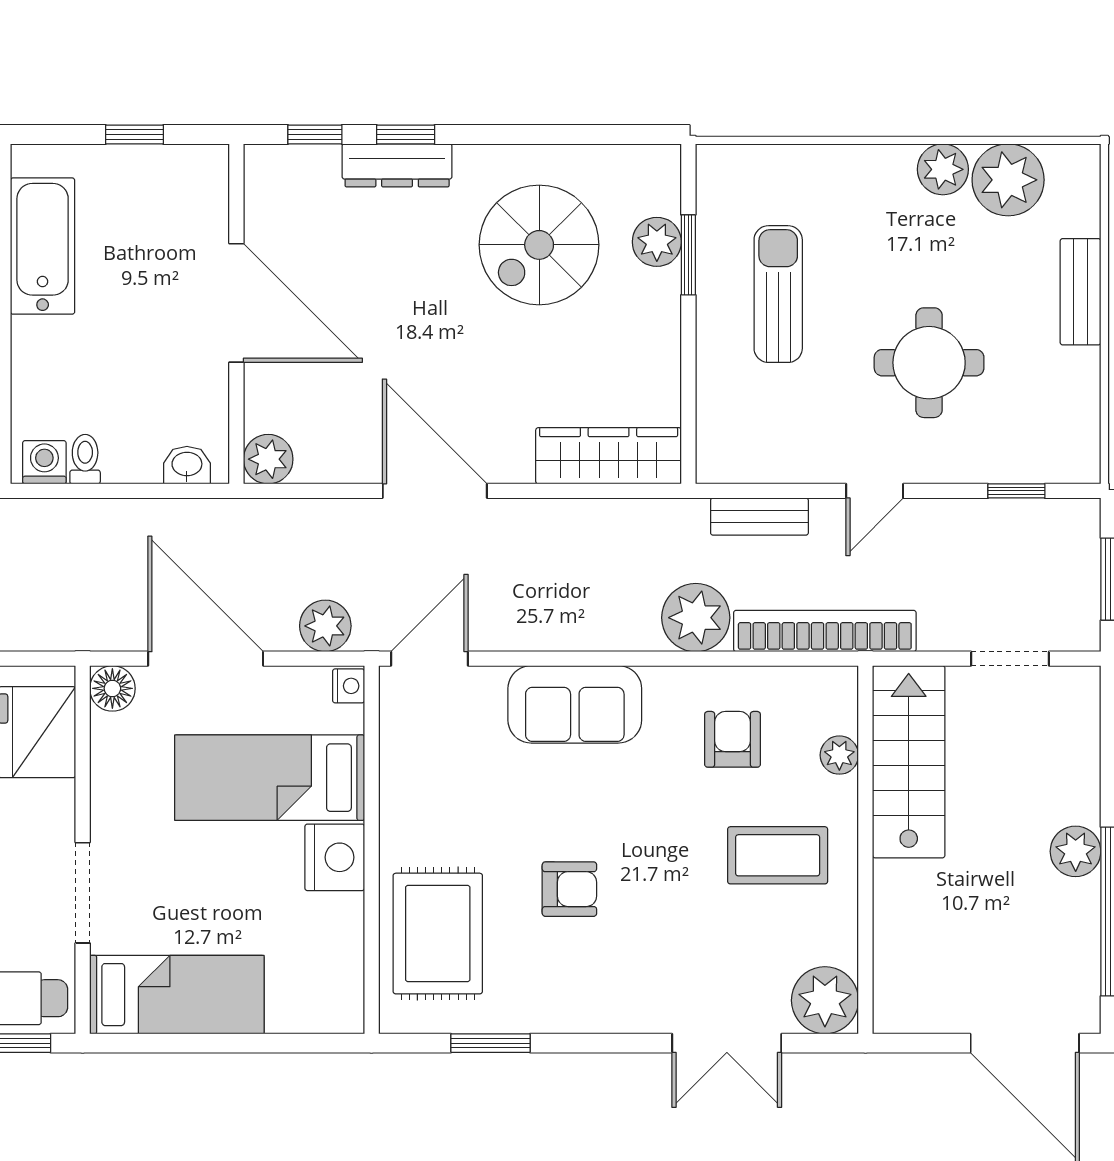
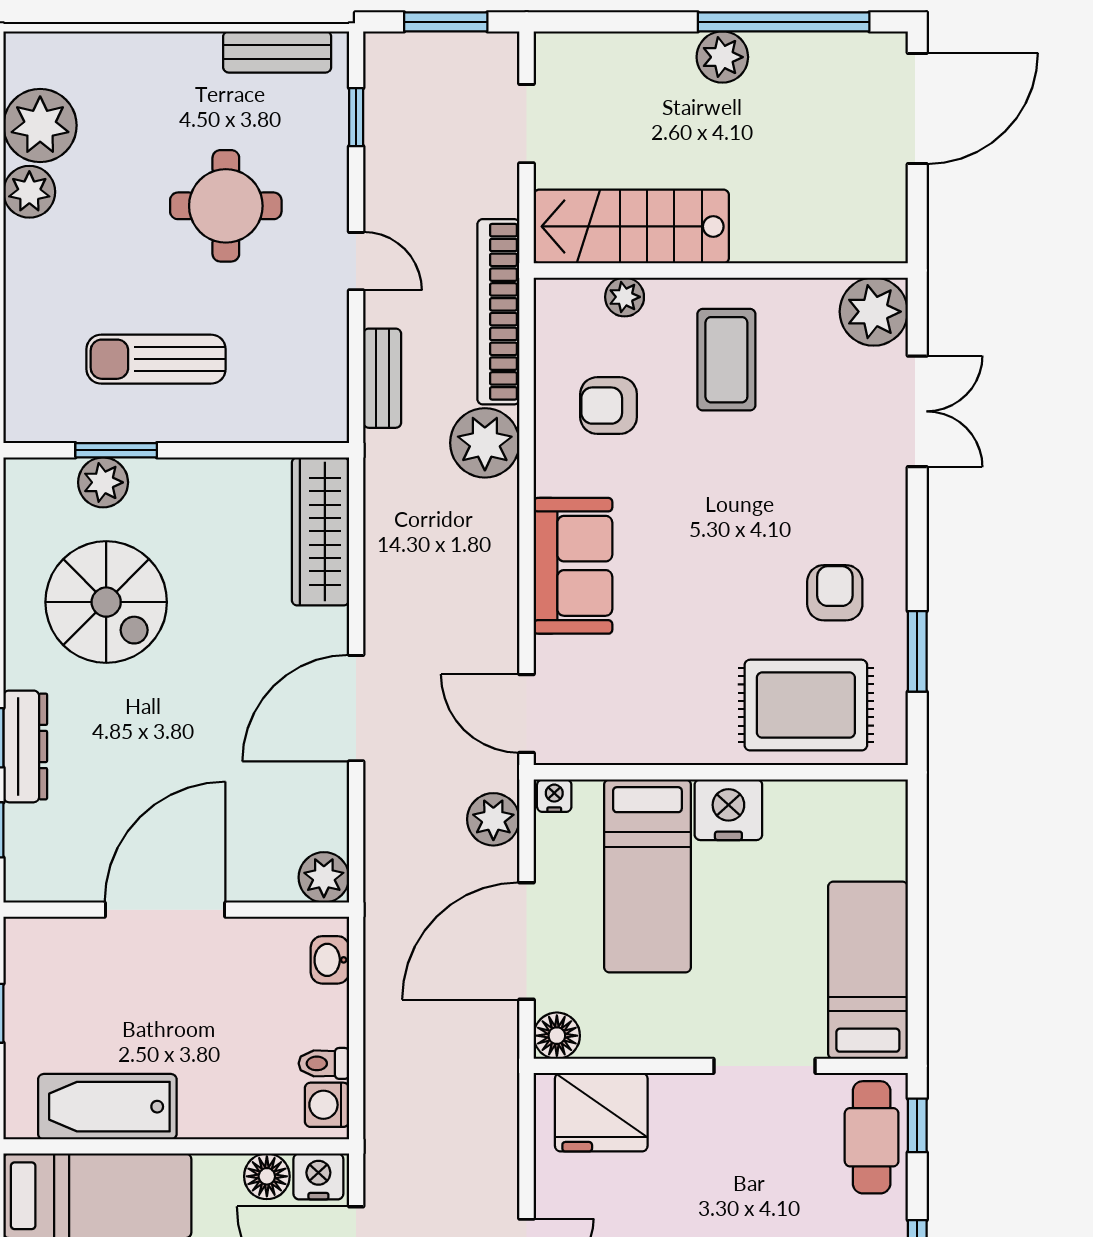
bench: (1081, 292) -> (277, 52), moved
armchair: (569, 889) -> (835, 593), moved

